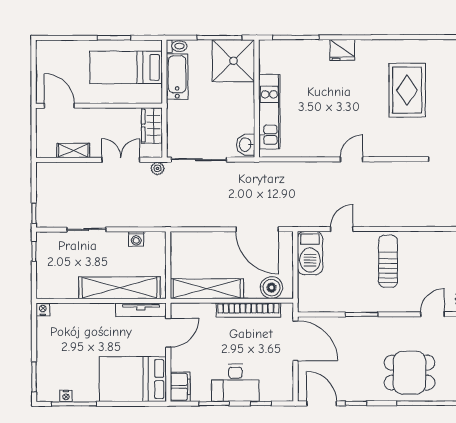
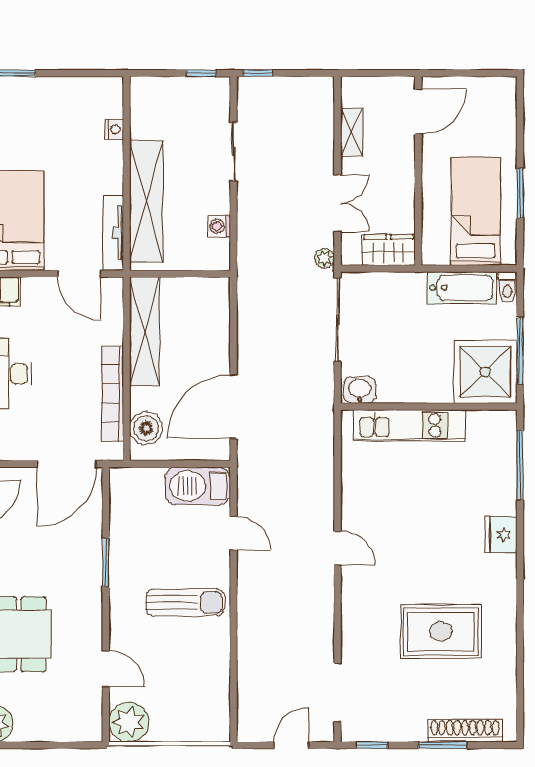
nightstand: (43, 309) -> (114, 129), moved

